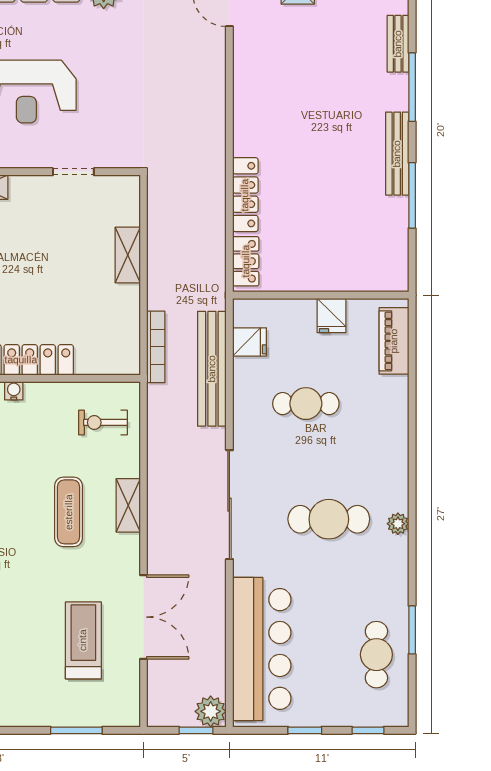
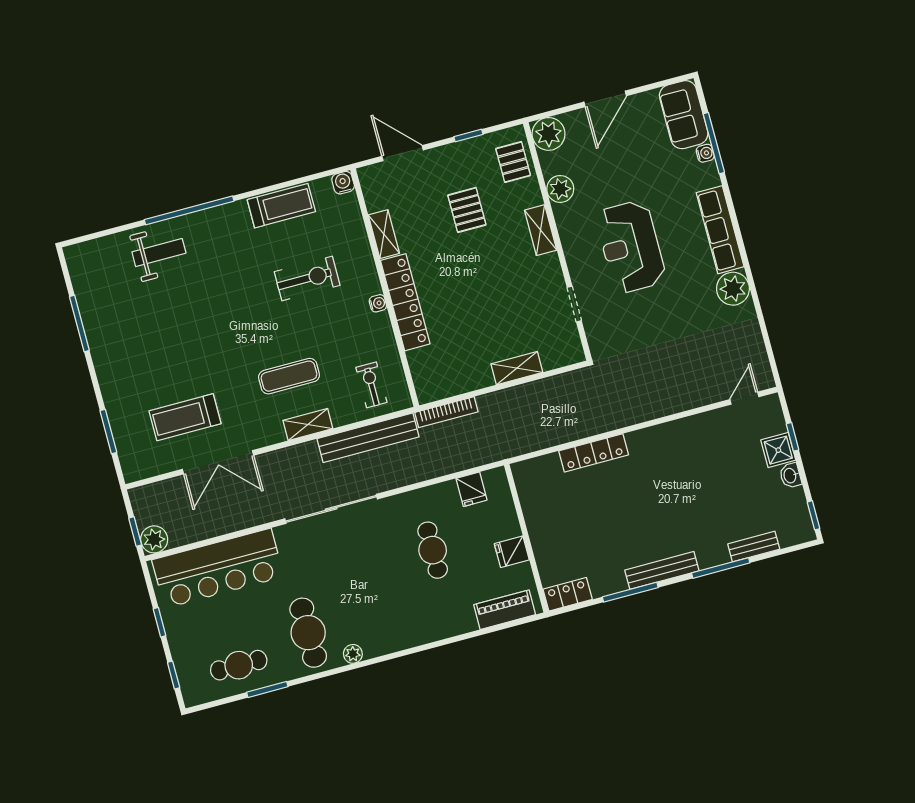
locker: (246, 261) -> (568, 594), moved, turned 180
bench: (212, 369) -> (368, 438), moved
cafe table: (329, 519) -> (308, 633), moved
treadmill: (83, 640) -> (185, 417), turned 180

